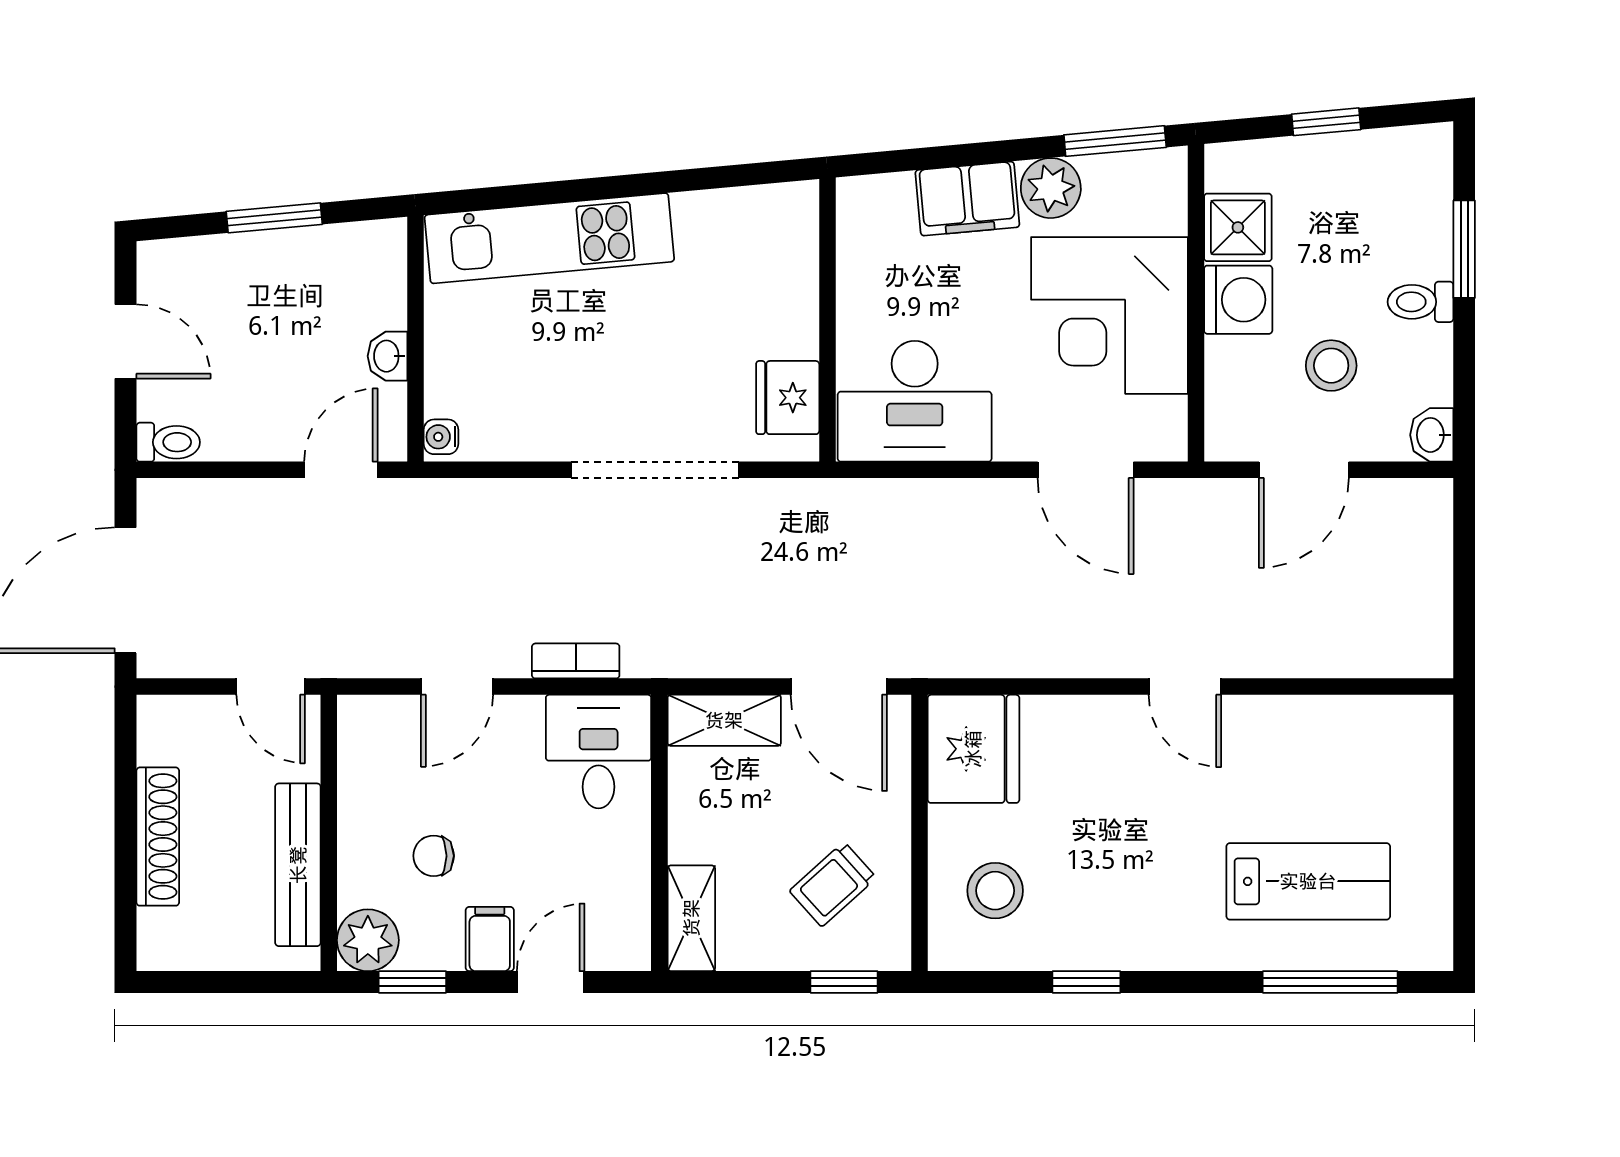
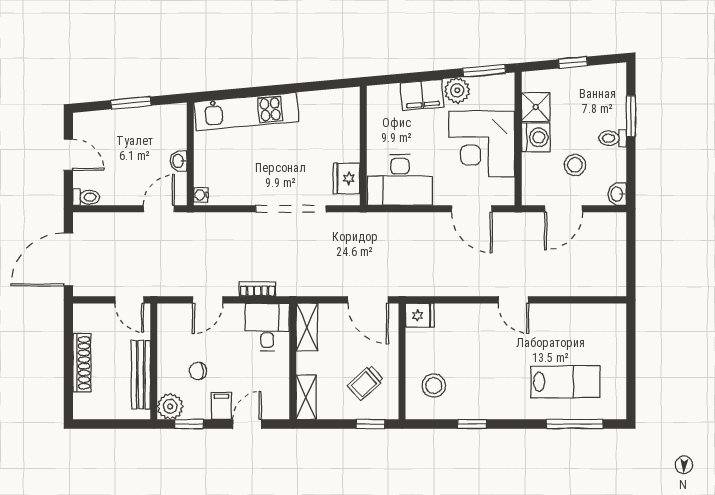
shelving: (724, 720) -> (307, 327), moved, turned 90
fridge: (973, 749) -> (420, 315), width x0.53, depth x0.75

